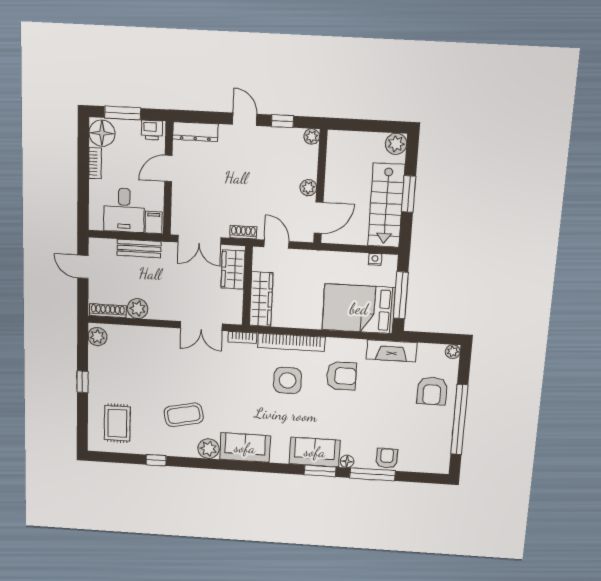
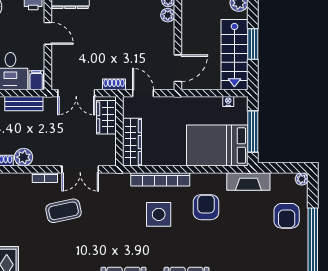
door: (168, 168) -> (48, 33), swing flipped
plant: (308, 188) -> (168, 15), moved
bookcase: (242, 338) -> (45, 178), moved
armchair: (341, 376) -> (206, 207), turned -90
coffee table: (184, 415) -> (64, 211), moved

